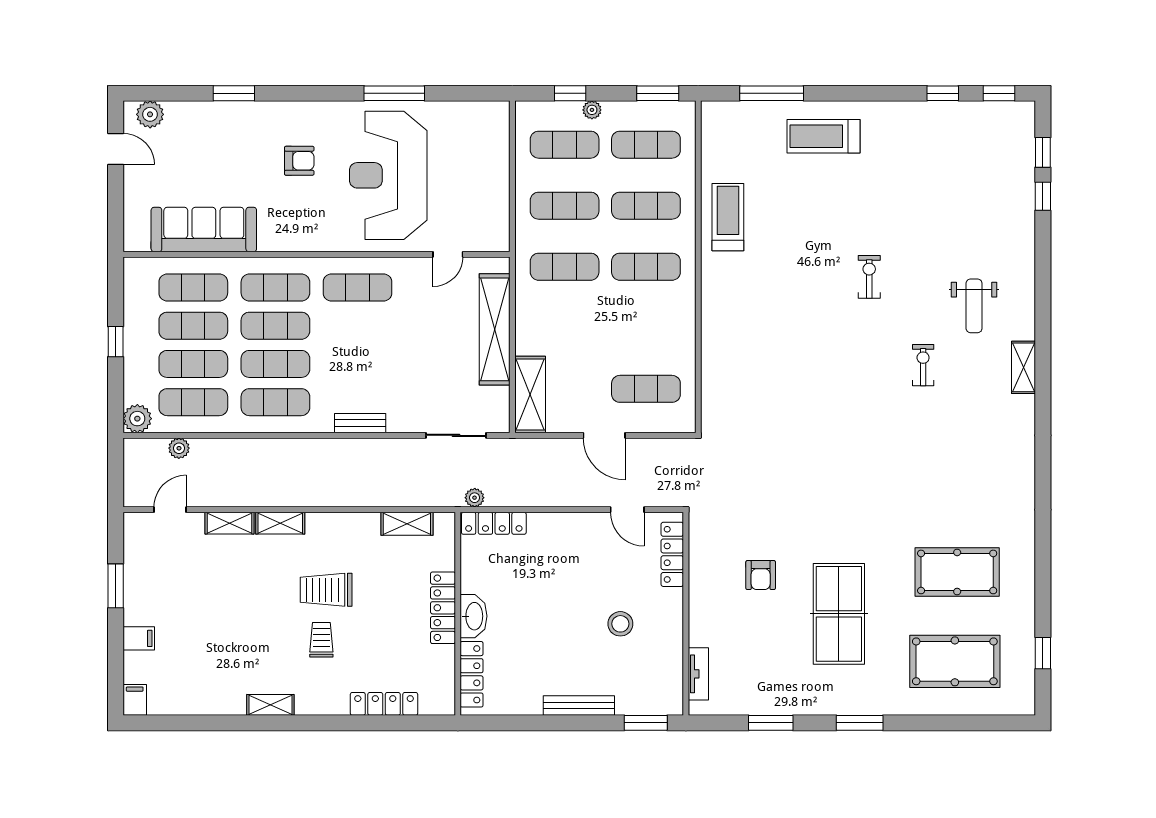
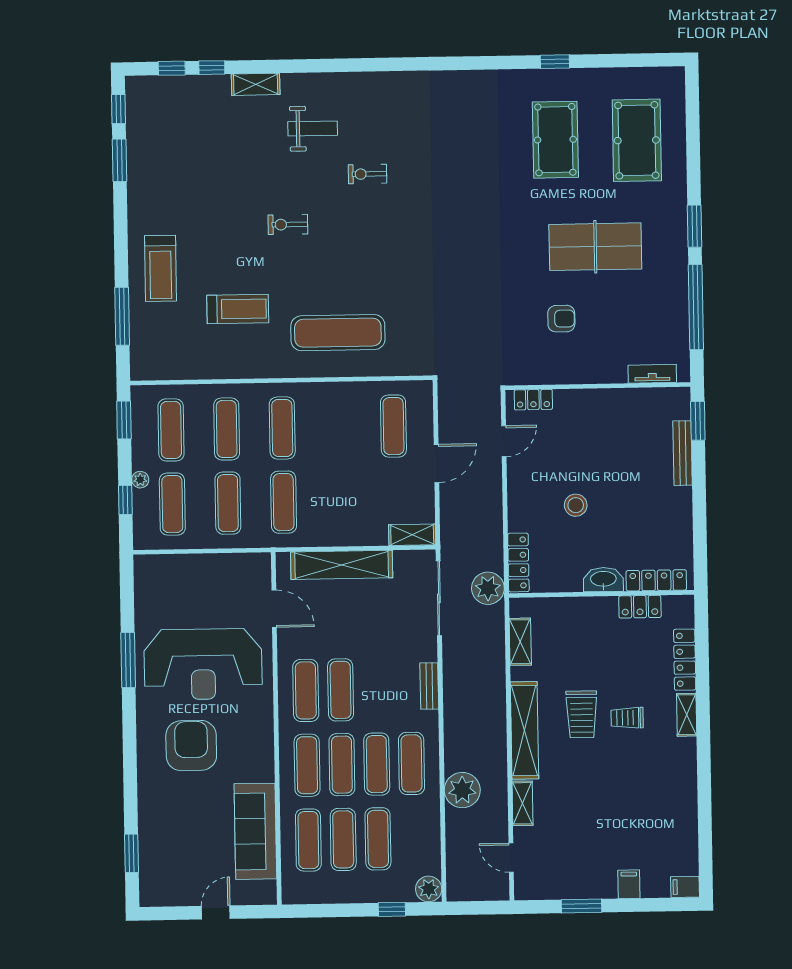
window: (234, 93) -> (132, 853), moved
window: (943, 93) -> (119, 160), width x1.50
plant: (150, 114) -> (151, 882), removed
door: (116, 149) -> (216, 912), moved
armchair: (299, 161) -> (191, 746), width x1.88, depth x1.88
treadmill: (728, 217) -> (238, 309), moved, turned 180
door: (448, 254) -> (274, 609), width x1.38
exercise mat: (750, 330) -> (338, 333), added
window: (116, 342) -> (392, 909), moved
shelving: (1024, 367) -> (256, 84), moved
shelving: (530, 394) -> (412, 535), width x0.67, depth x0.75
exercise mat: (193, 402) -> (341, 690), moved
sliding door: (456, 435) -> (439, 598), width x1.37
plant: (179, 448) -> (462, 790), moved, width x1.88, depth x1.88
plant: (475, 498) -> (488, 588), width x1.87, depth x1.87
shelving: (280, 523) -> (524, 730), width x2.20, depth x1.33
locker: (672, 554) -> (533, 400), width x0.66
locker: (443, 608) -> (640, 607), moved, width x0.66
stool: (620, 624) -> (576, 505), moved
window: (1043, 653) -> (555, 62), moved
shelving: (270, 705) -> (687, 715), moved
bench: (579, 706) -> (683, 453), moved
window: (771, 723) -> (696, 307), width x2.11

